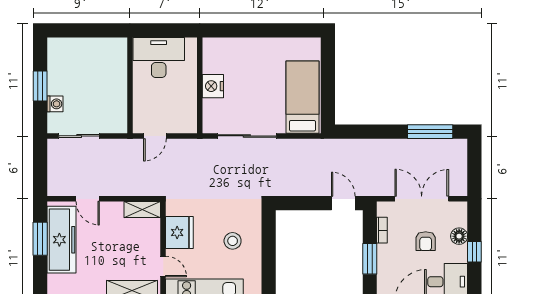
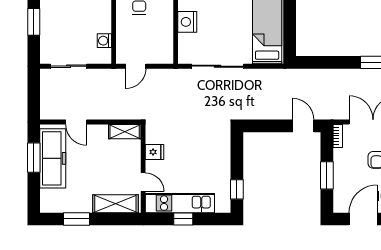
washing machine: (55, 104) -> (104, 41), moved, turned 180
bookcase: (382, 230) -> (338, 136), moved
fridge: (179, 232) -> (155, 152), width x0.53, depth x0.75
stool: (233, 241) -> (205, 159), removed
window: (269, 274) -> (237, 189), added

